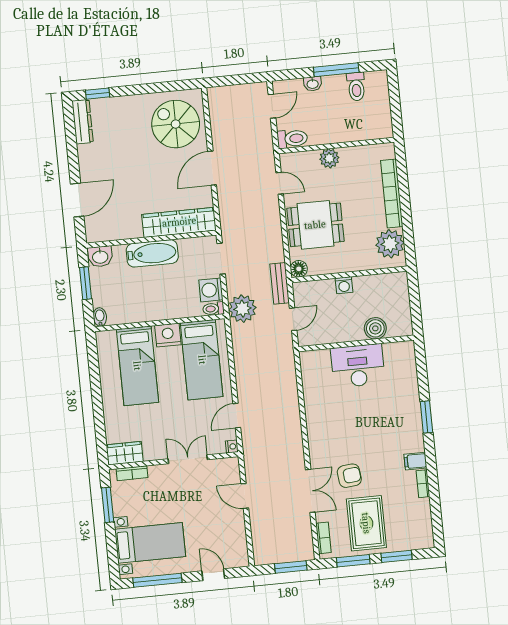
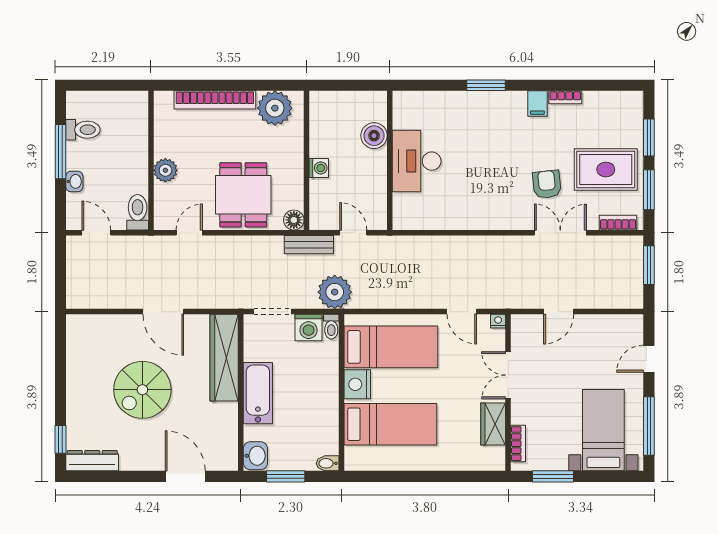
spiral stairs: (176, 124) -> (142, 390), moved
wardrobe: (125, 453) -> (493, 424), moved

